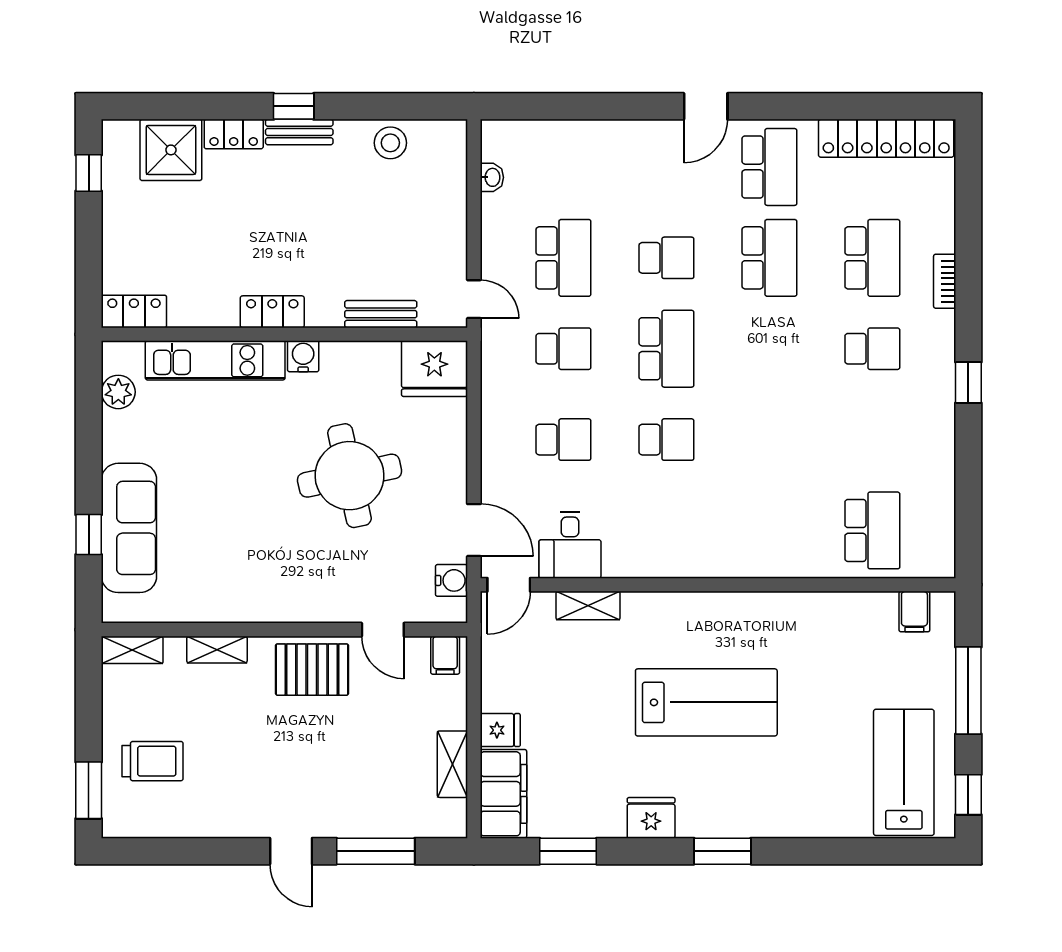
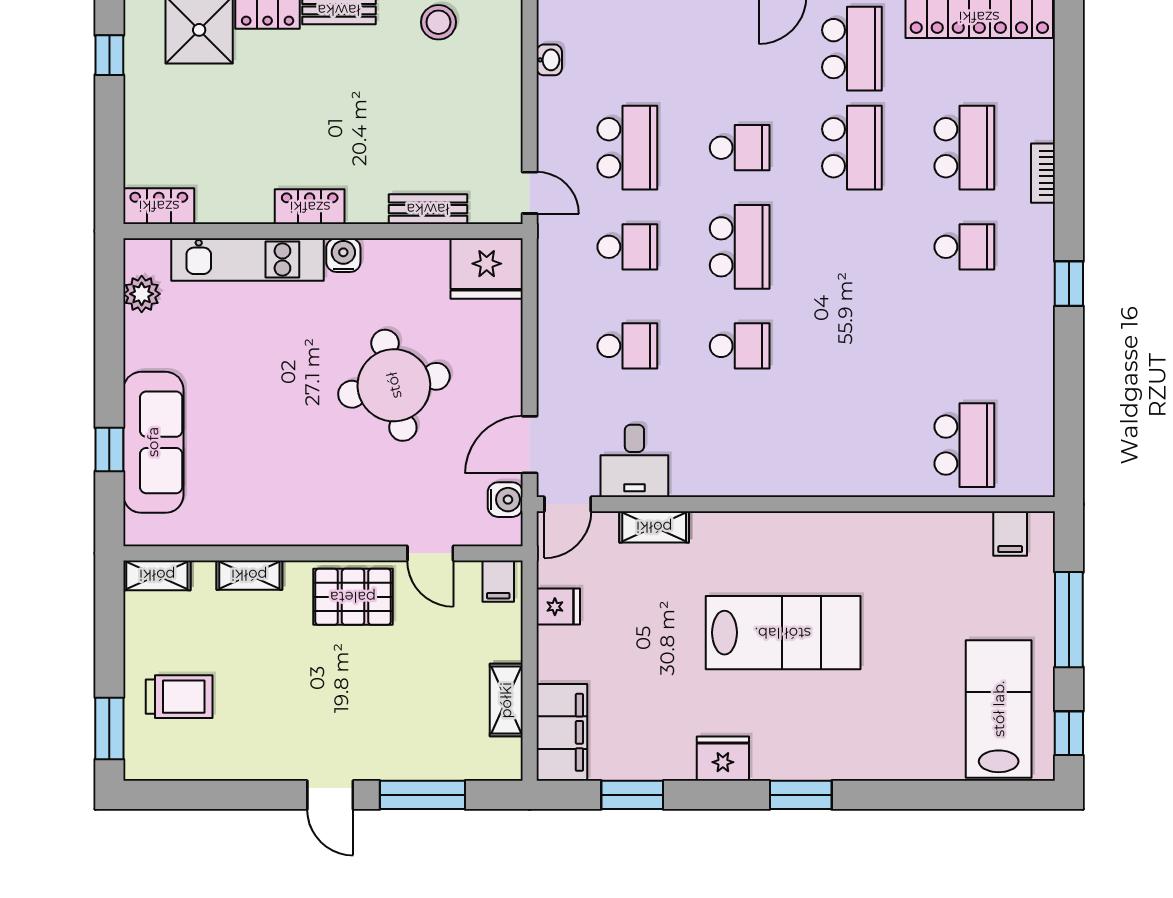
door: (474, 530) -> (530, 445), swing flipped
fridge: (500, 730) -> (558, 607), moved

